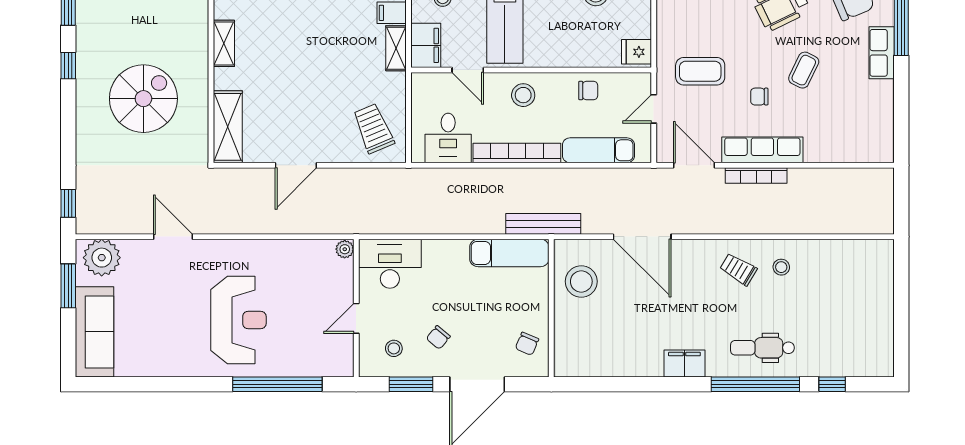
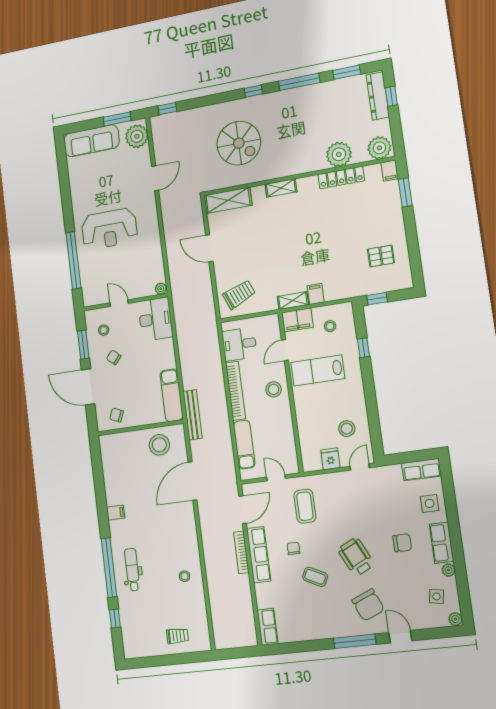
fridge: (637, 52) -> (330, 459), moved
row of seats: (882, 53) -> (268, 627), moved, turned 90
chair: (588, 90) -> (282, 432), removed
trolley: (738, 269) -> (177, 636), moved, turned 59
filing cabinet: (684, 364) -> (116, 513), width x0.50

